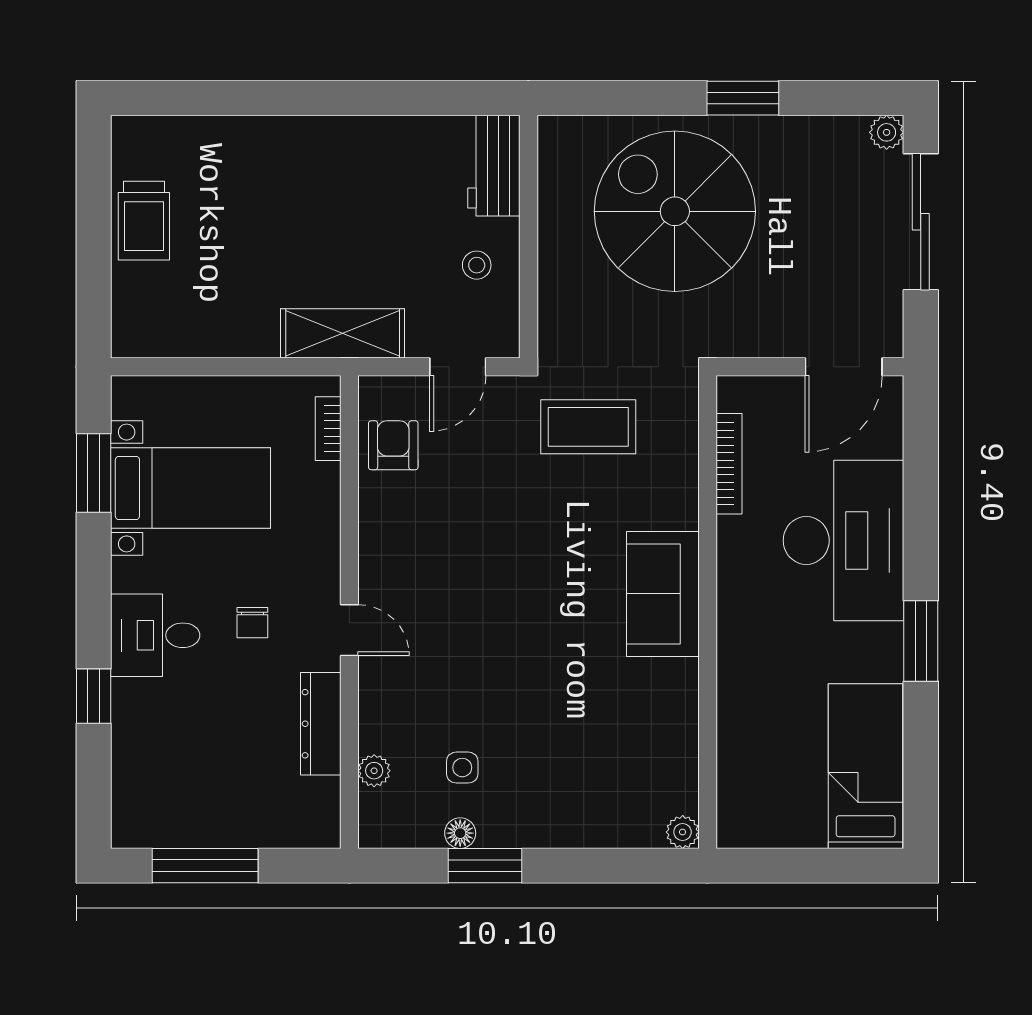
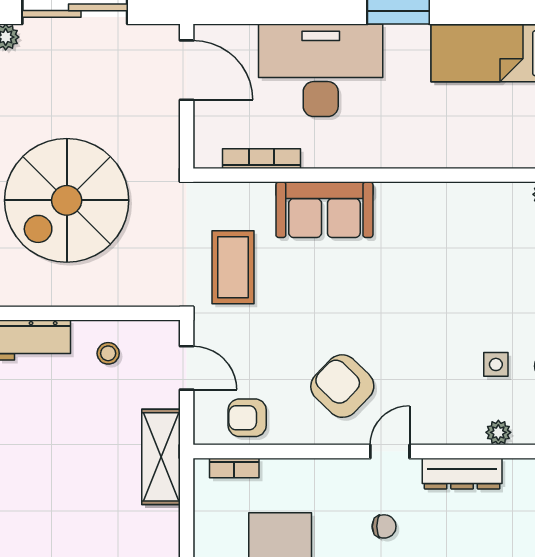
armchair: (434, 569) -> (342, 386), added
sofa: (663, 594) -> (324, 210), moved

